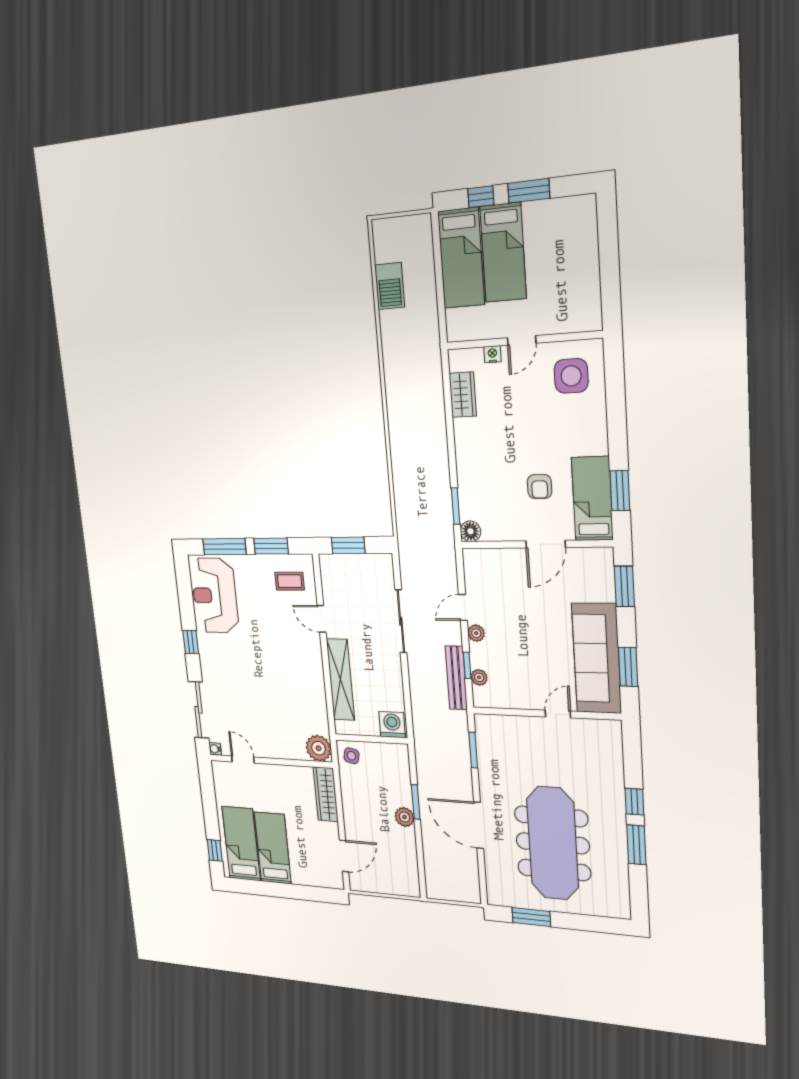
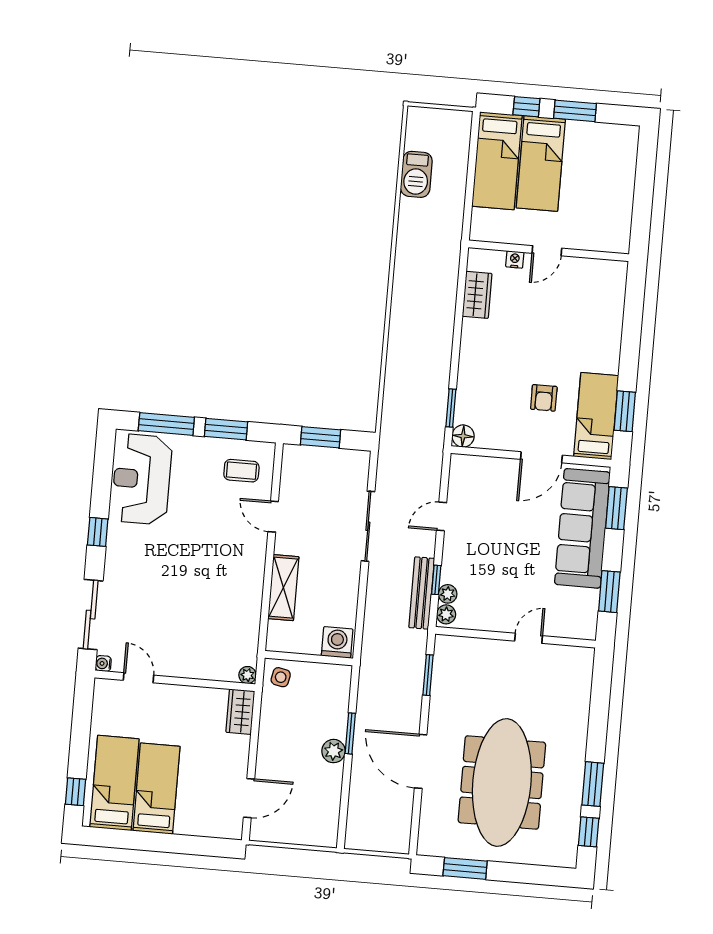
side table: (571, 376) -> (592, 293), removed
plant: (476, 633) -> (446, 614), moved
sofa: (597, 658) -> (582, 528), moved
shelving: (340, 680) -> (283, 588), width x0.68
plant: (319, 748) -> (247, 675), width x0.53, depth x0.53
wardrobe: (326, 794) -> (240, 712), width x0.67
window: (634, 802) -> (589, 832), moved

